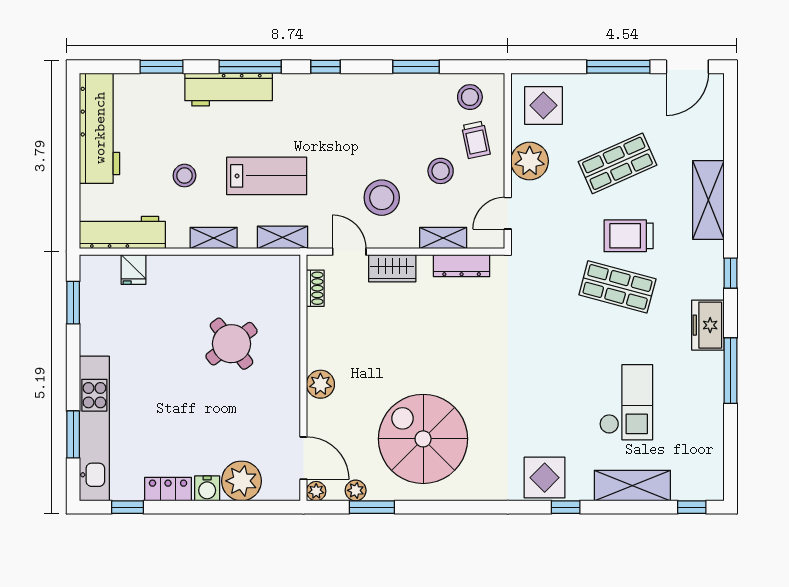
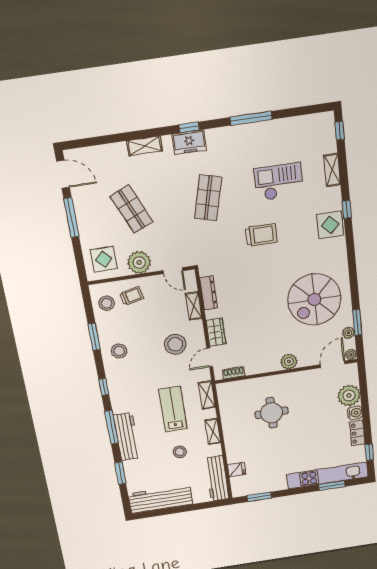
stool: (441, 171) -> (119, 351), moved
shelving: (708, 200) -> (145, 146), width x0.67, depth x0.75
trolley: (629, 236) -> (261, 235), moved, turned -90
freezer: (708, 325) -> (189, 142), moved
round table: (231, 344) -> (272, 413), turned 37
shelving: (632, 486) -> (332, 170), width x0.67, depth x0.75

